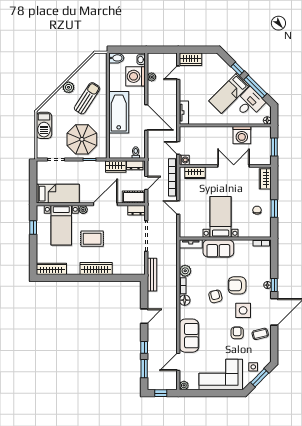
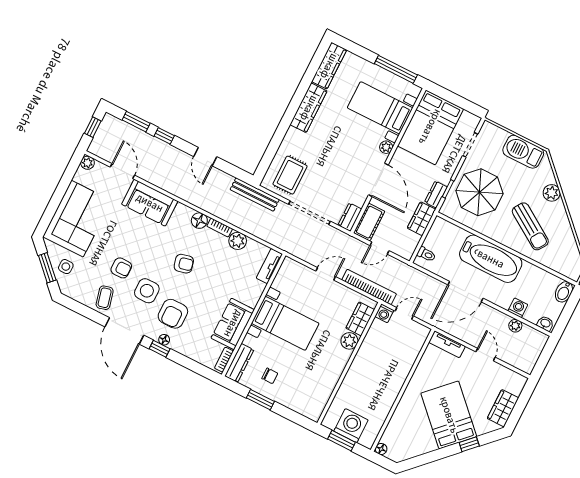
wardrobe: (190, 59) -> (503, 408), moved
door: (178, 73) -> (486, 355), moved
washing machine: (136, 76) -> (518, 308), width x0.53, depth x0.53
plant: (69, 87) -> (552, 193), moved
window: (255, 87) -> (434, 456), removed
bed: (229, 93) -> (449, 415), width x1.50
desk: (250, 103) -> (416, 437), removed
washing machine: (242, 135) -> (351, 426), moved, turned 90
dresser: (135, 165) -> (436, 194), moved
double door: (234, 166) -> (344, 374), removed
plant: (212, 173) -> (349, 341), added
wardrobe: (265, 179) -> (306, 407), removed
door: (146, 183) -> (379, 248), hinge flipped
bed: (58, 194) -> (430, 127), width x1.50
window: (33, 228) -> (396, 69), width x2.17
dresser: (259, 232) -> (239, 363), added
rug: (92, 239) -> (290, 175), moved
sofa: (218, 248) -> (233, 324), moved
wardrobe: (96, 269) -> (309, 108), moved
armchair: (237, 285) -> (173, 314), moved, turned 180

